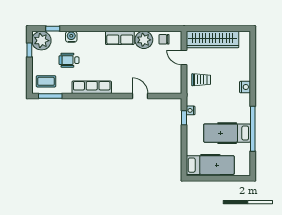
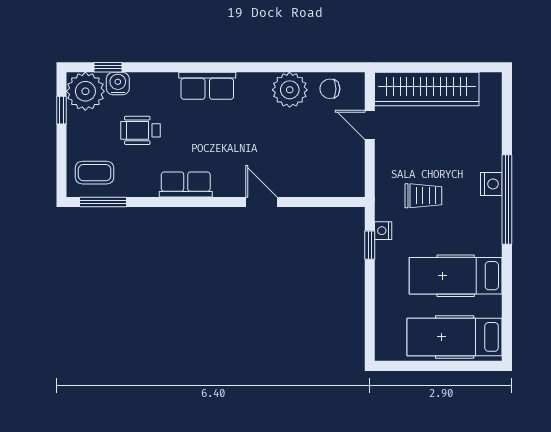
water cooler: (71, 37) -> (118, 84), moved
row of seats: (120, 38) -> (207, 86), moved
trolley: (201, 80) -> (423, 196), moved
row of seats: (92, 87) -> (186, 184), width x0.68
door: (140, 96) -> (261, 202), moved
window: (253, 129) -> (507, 200), moved
hospital bed: (210, 165) -> (455, 337), moved, turned 180

